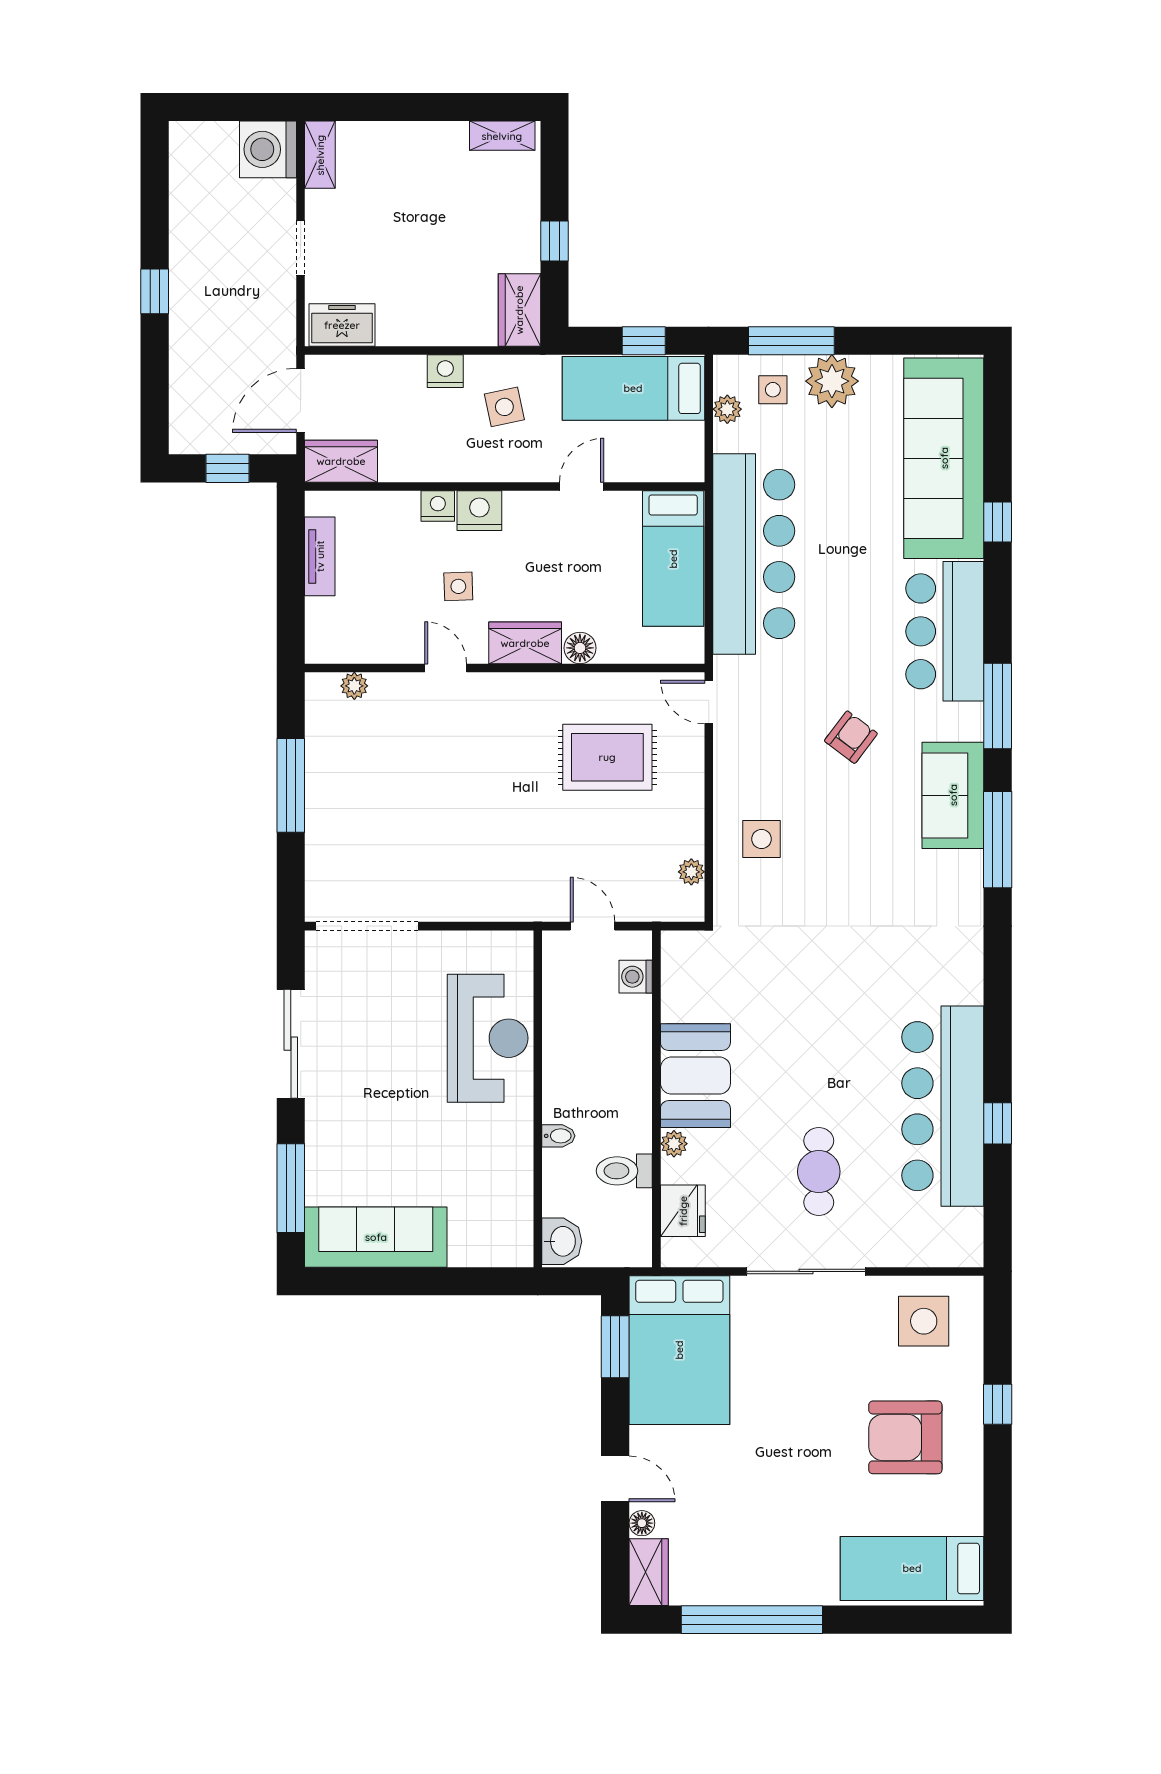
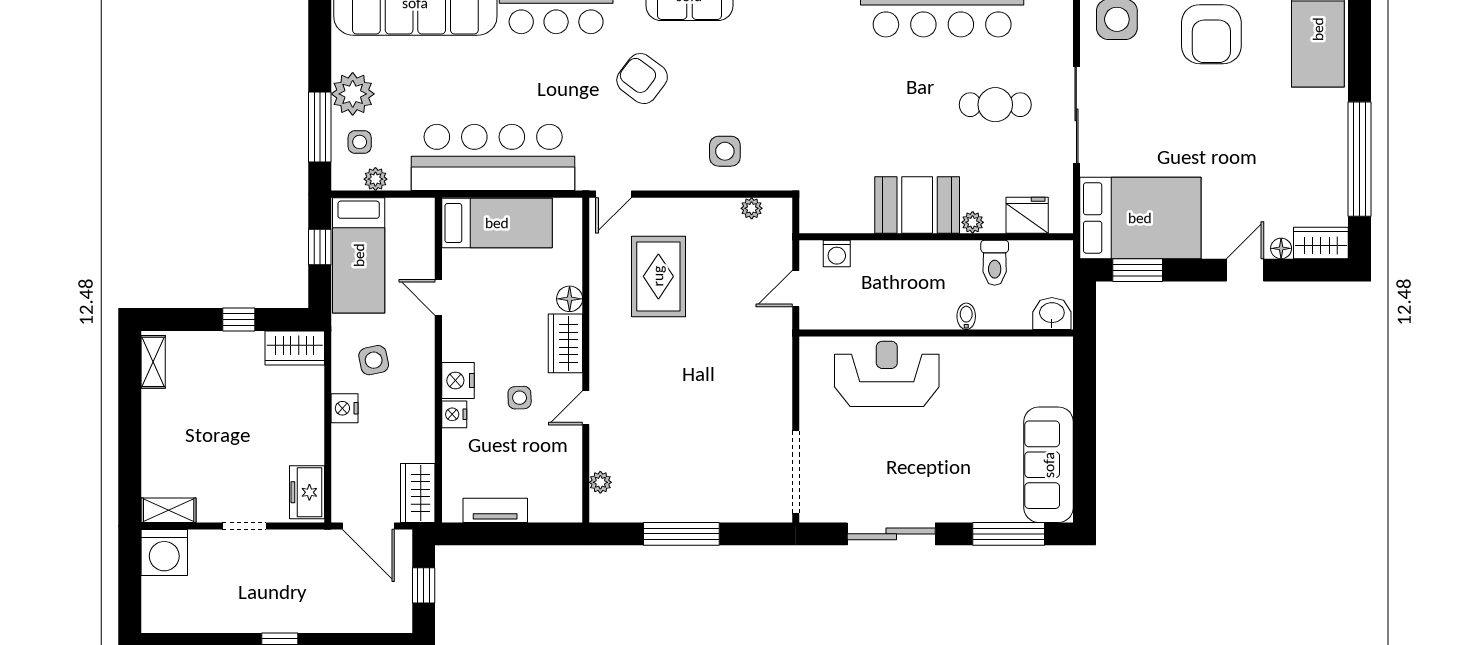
armchair: (851, 737) -> (642, 79), width x1.38, depth x1.38

